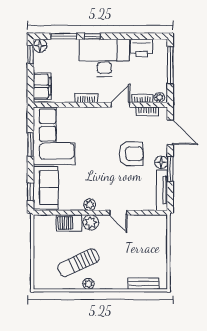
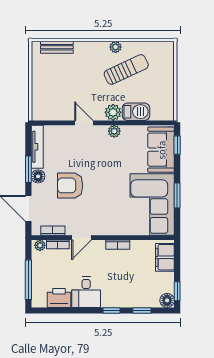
window: (64, 36) -> (142, 310), width x0.67
desk: (104, 58) -> (86, 292), width x0.53, depth x0.77

